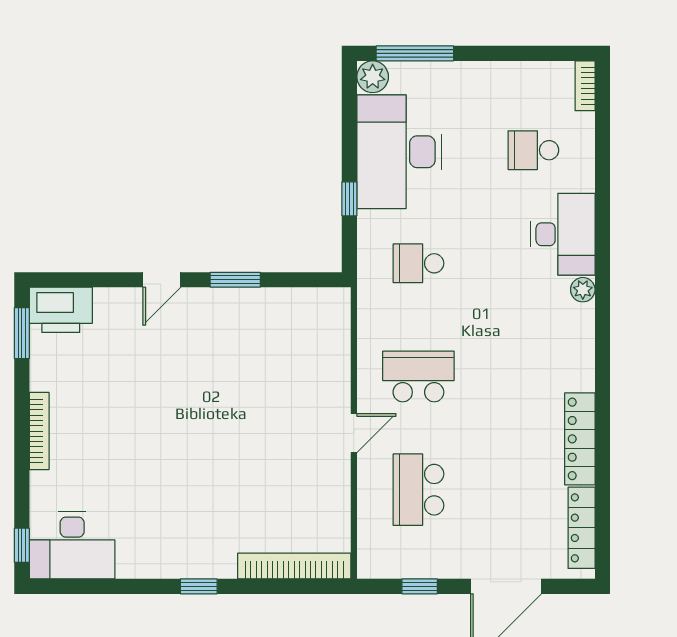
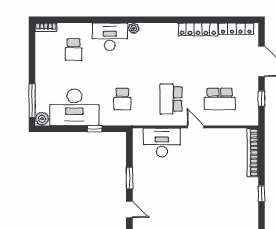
desk: (317, 355) -> (162, 143), added

